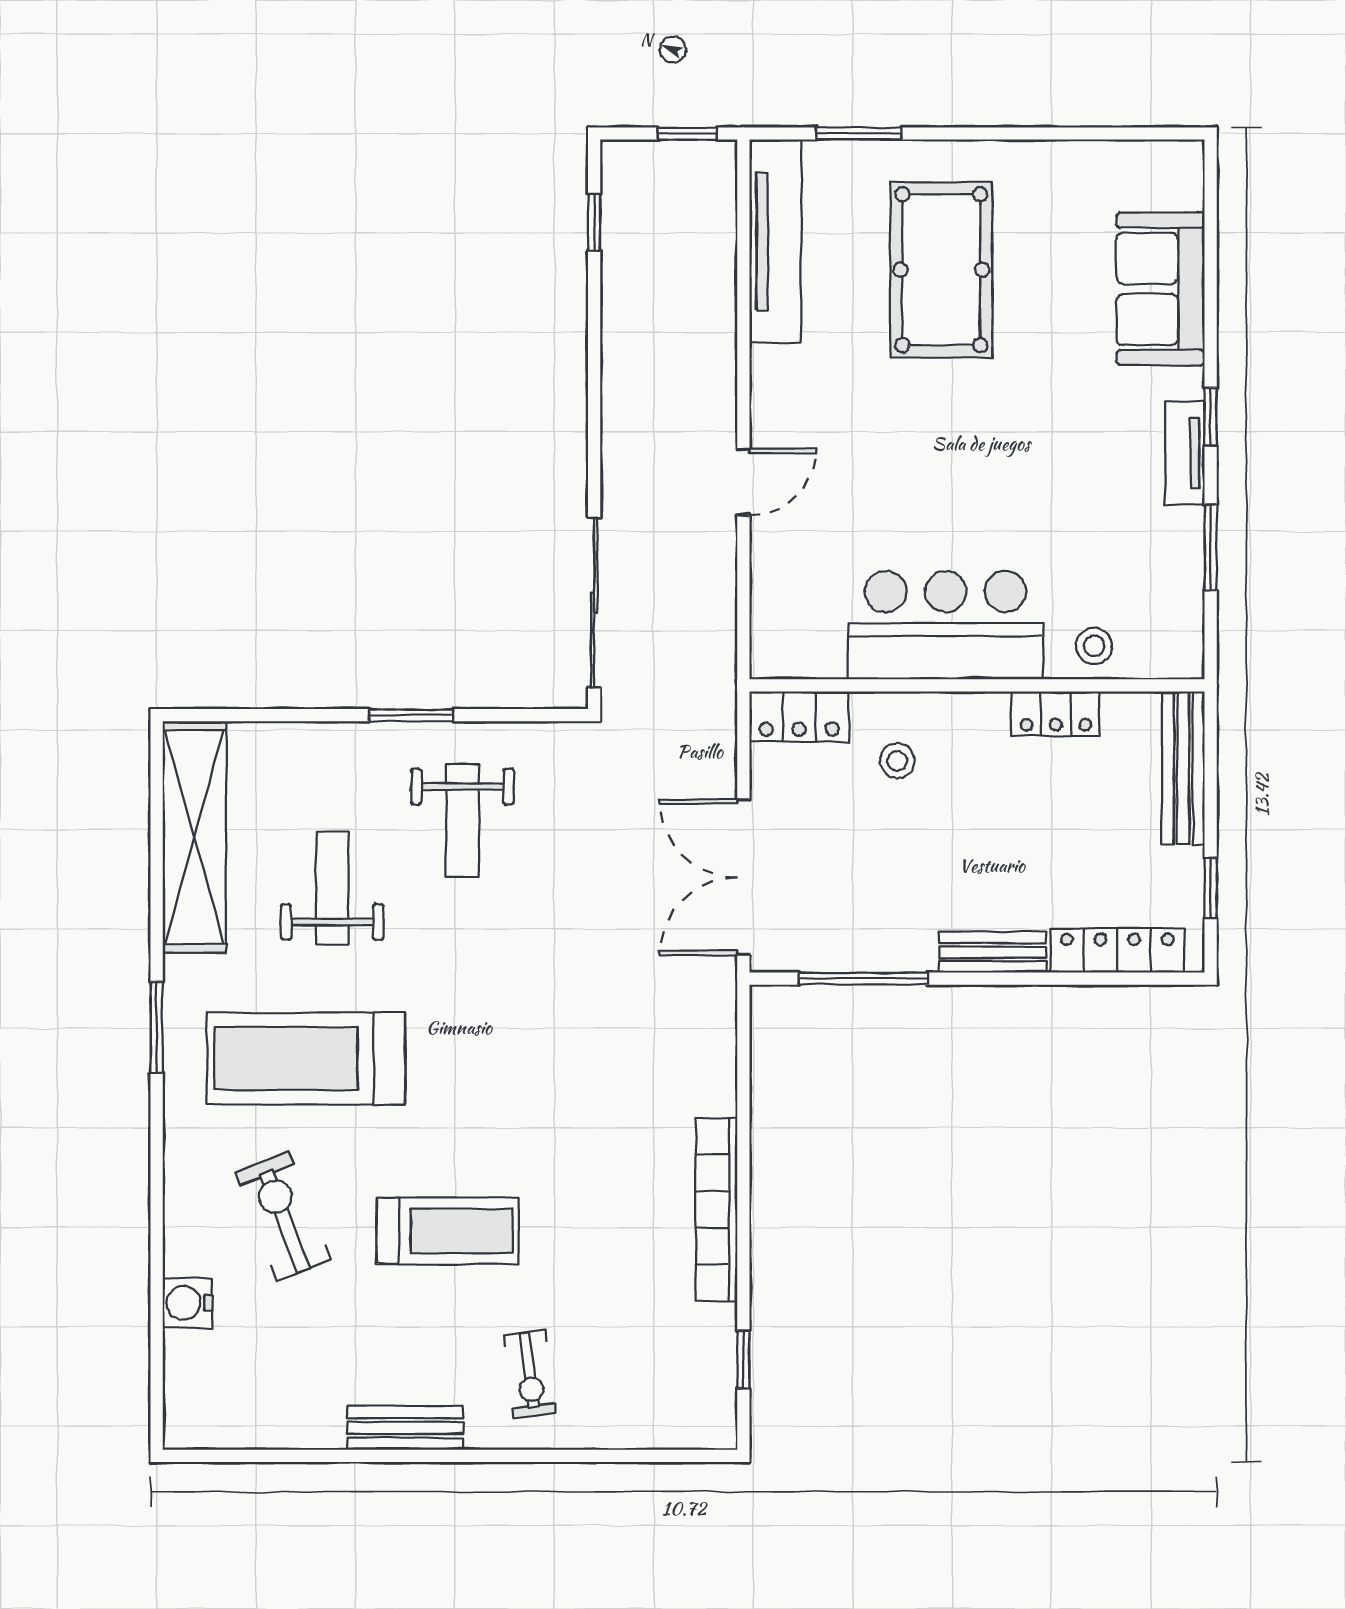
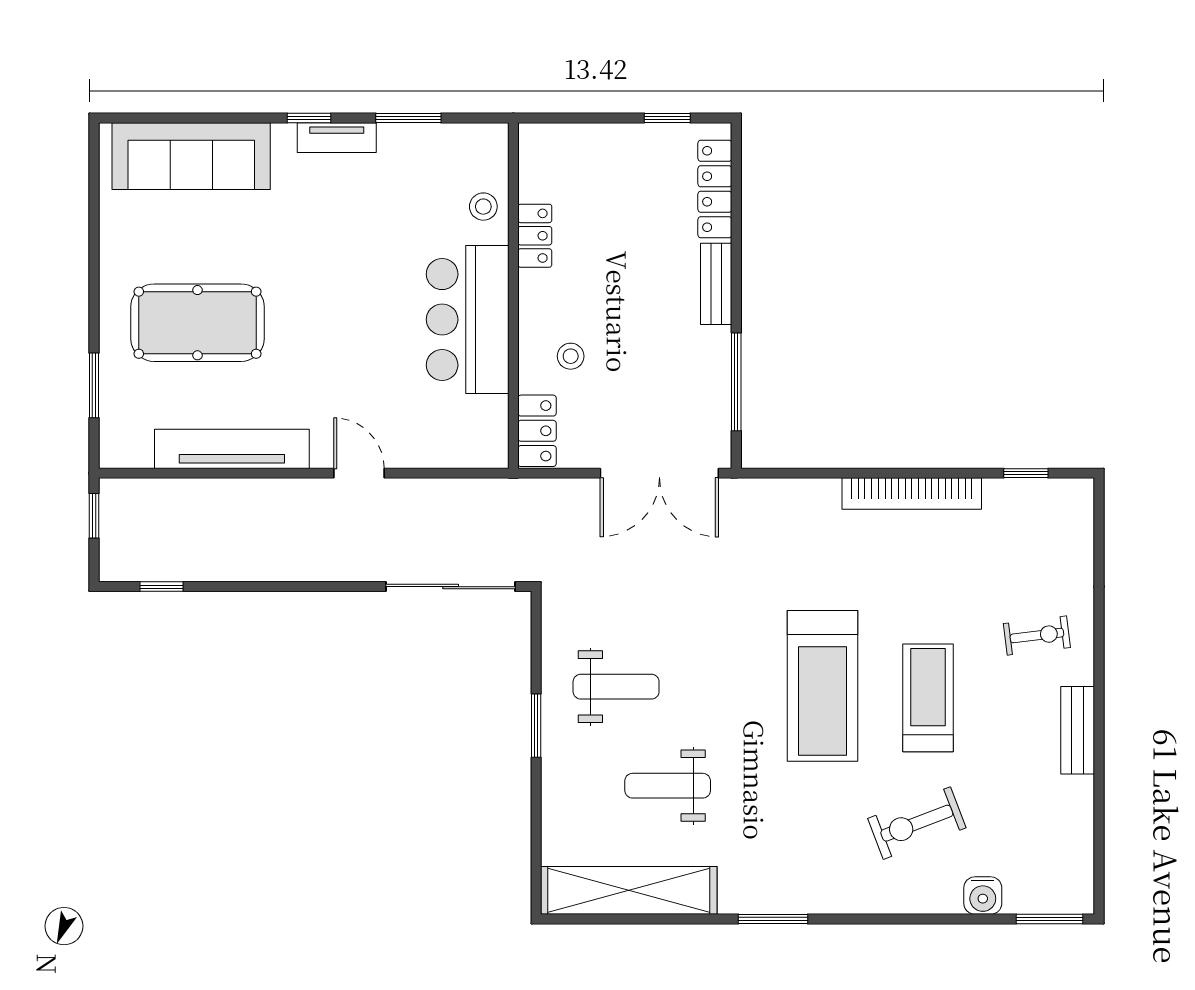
tv unit: (775, 241) -> (232, 449), moved
sofa: (1160, 289) -> (191, 156), width x1.36
bench: (1183, 768) -> (576, 139), removed
treadmill: (306, 1058) -> (823, 686), moved
window: (157, 1391) -> (1049, 919), added

